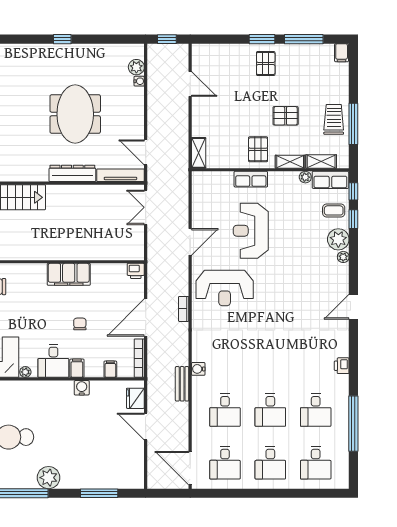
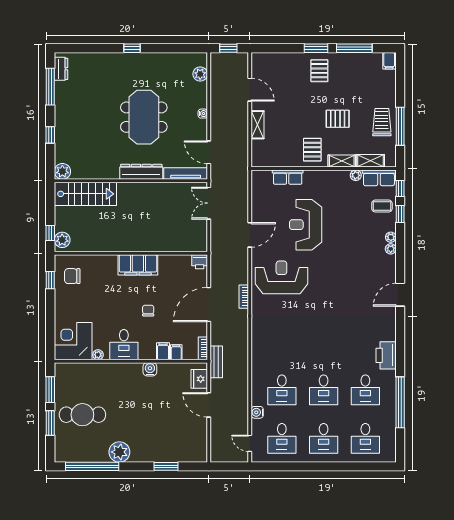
water cooler: (139, 81) -> (203, 114), moved
shelving: (199, 153) -> (258, 125), moved
row of seats: (251, 179) -> (288, 177), moved
plant: (338, 239) -> (391, 237), width x0.53, depth x0.53
reception desk: (225, 288) -> (281, 277), turned 180
bookcase: (139, 358) -> (203, 348), width x0.64
printer: (342, 366) -> (386, 355), width x1.87, depth x1.48
filing cabinet: (77, 368) -> (163, 351), moved
water cooler: (198, 369) -> (257, 412), moved
bench: (182, 384) -> (216, 362), moved
door: (190, 468) -> (250, 443), width x0.53
window: (99, 493) -> (166, 466), width x0.69

